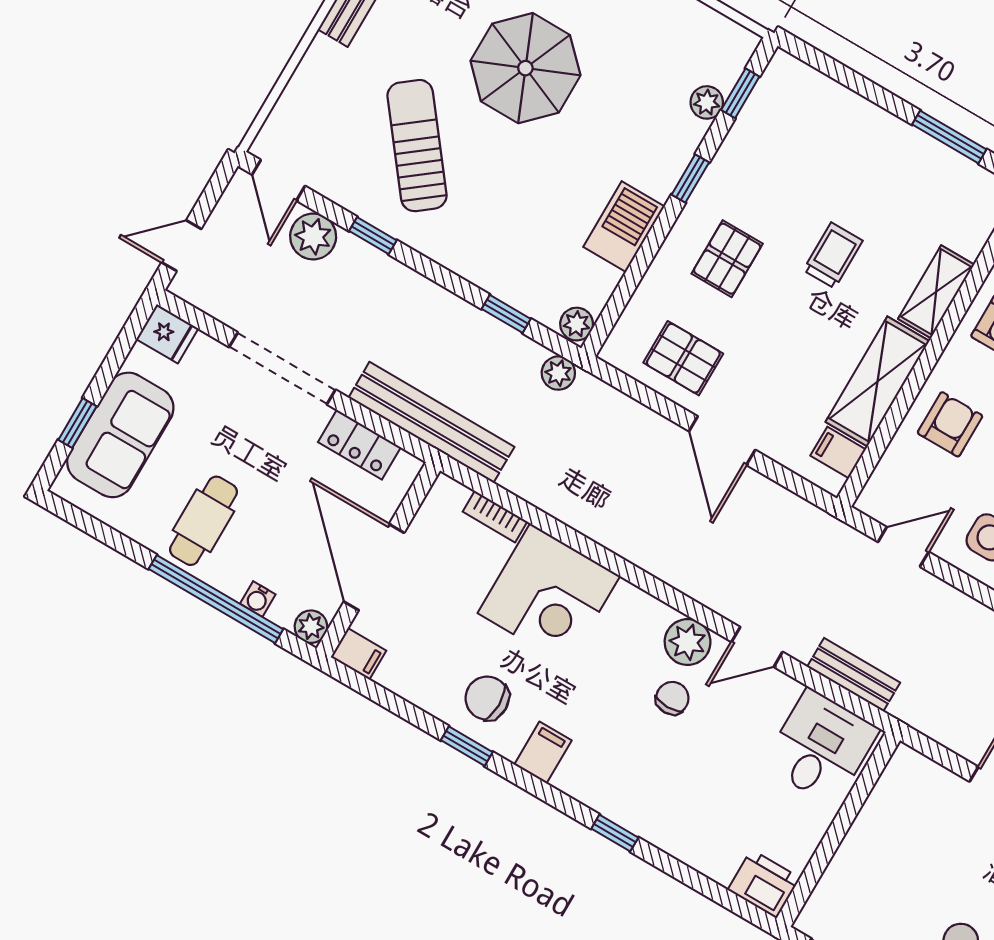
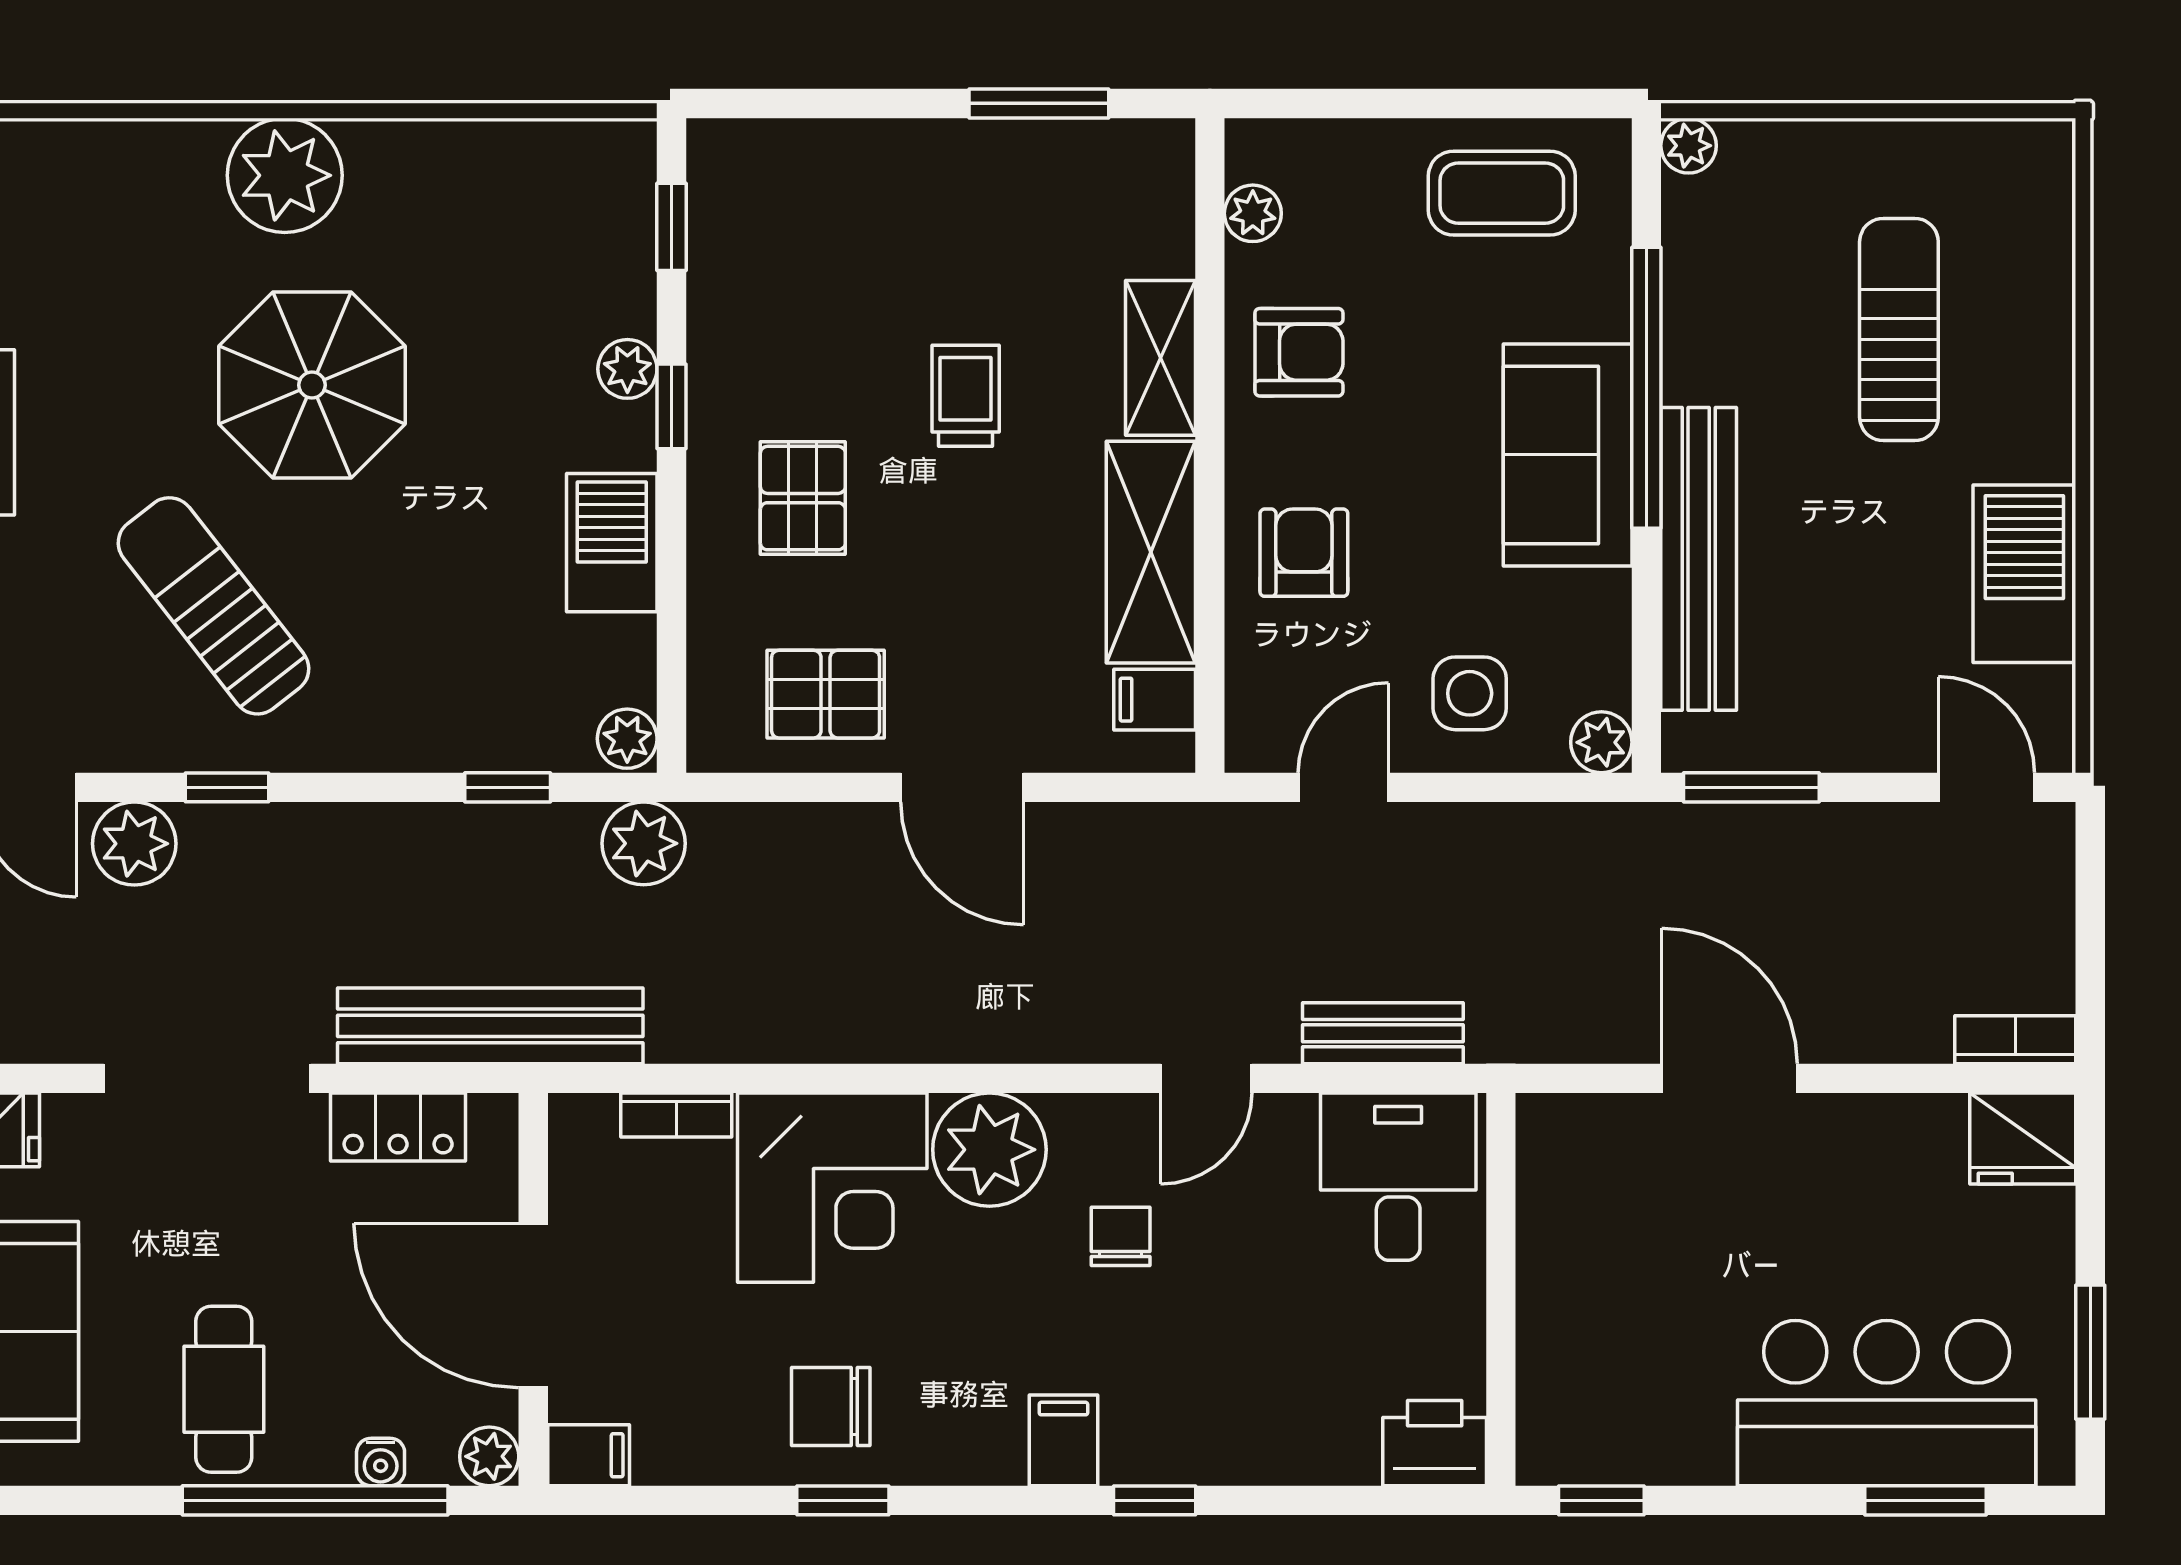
plant: (707, 102) -> (627, 369), moved
plant: (558, 373) -> (644, 843), width x1.38, depth x1.38
plant: (688, 642) -> (989, 1150), moved, width x1.36, depth x1.36
filing cabinet: (543, 753) -> (1063, 1440), moved

